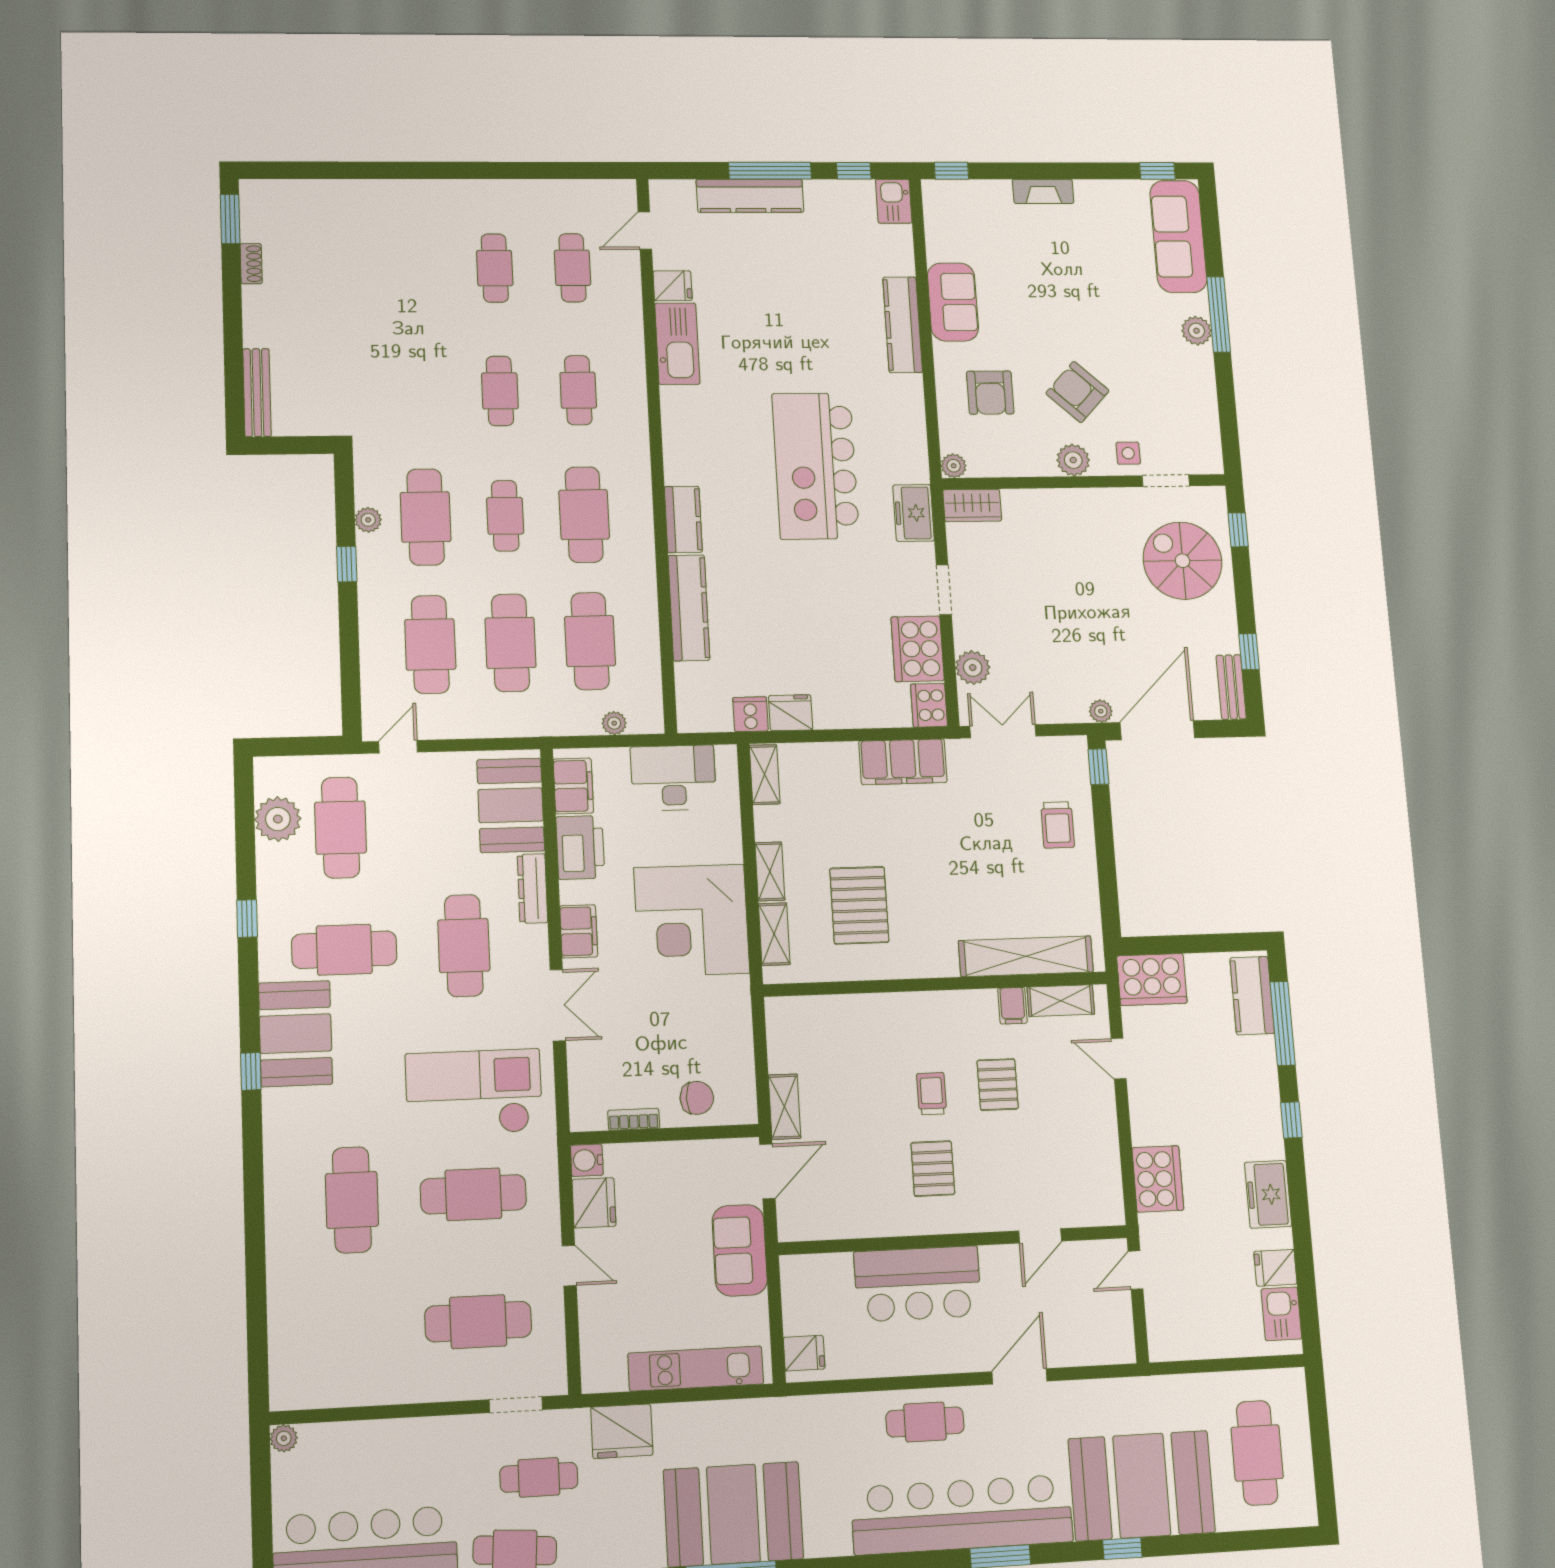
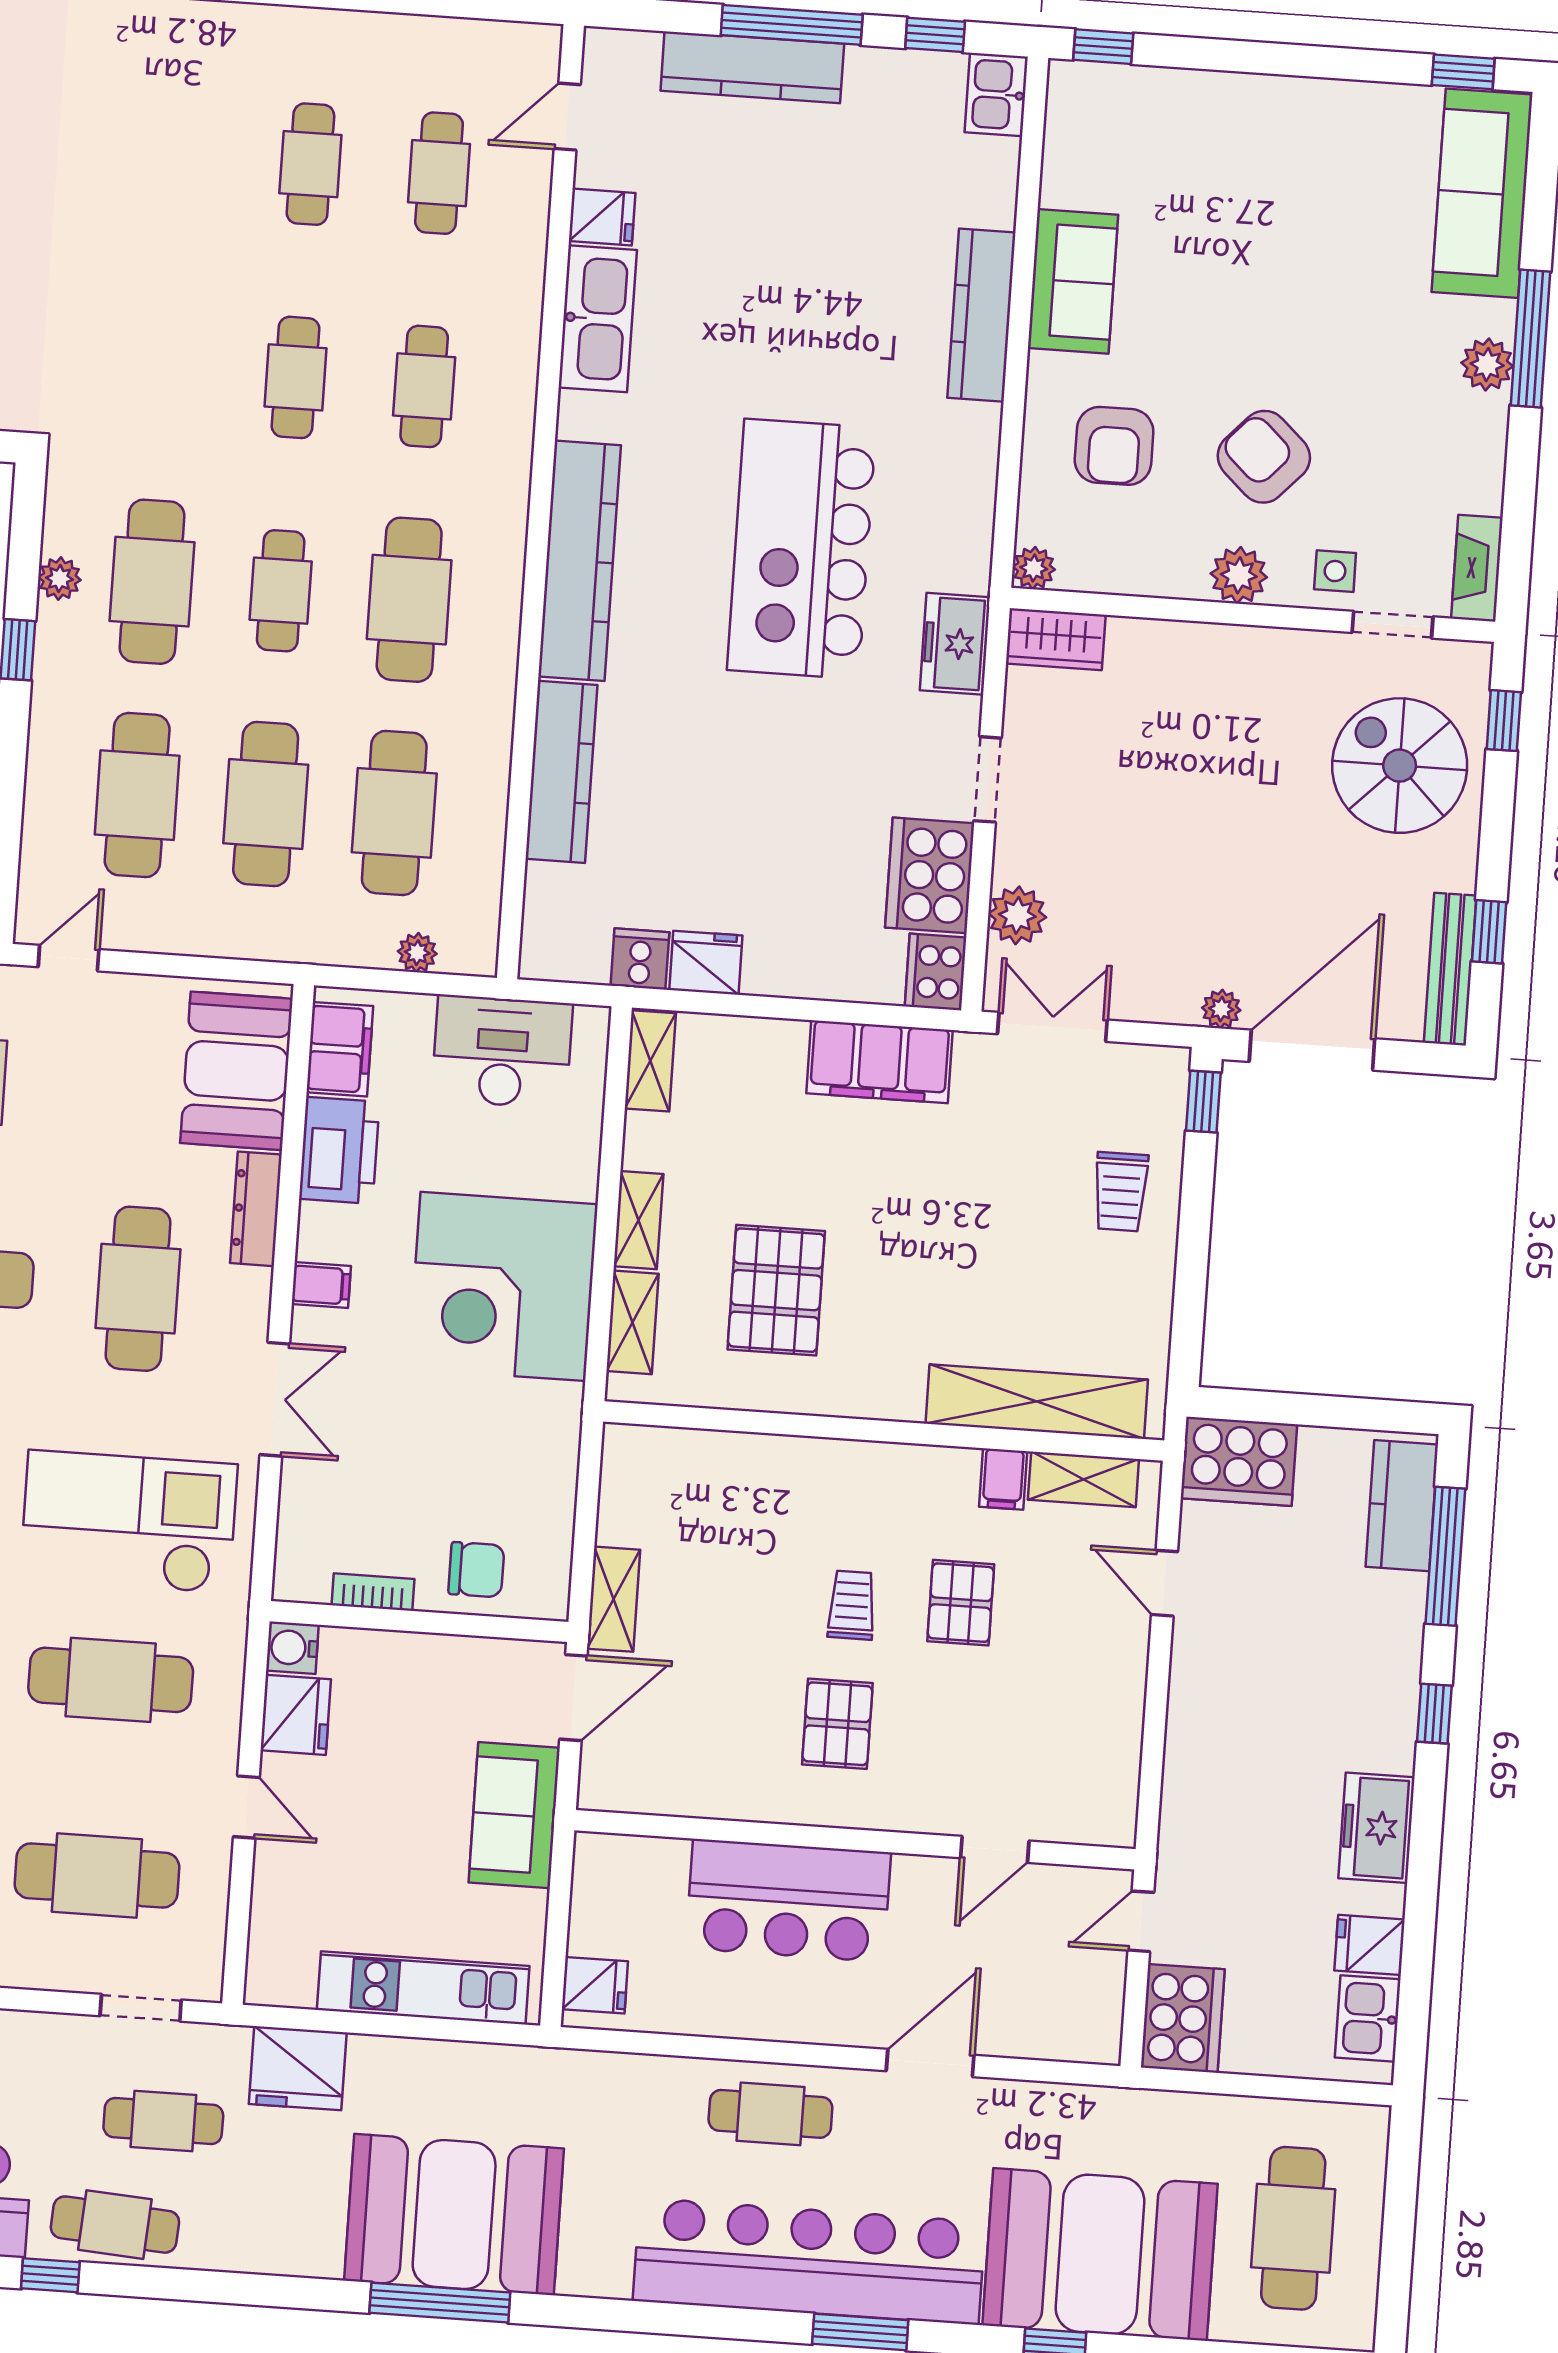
fireplace: (1043, 191) -> (1477, 568), moved, turned 90
kitchen counter: (683, 519) -> (580, 561), width x2.08, depth x1.17
bench: (1231, 687) -> (1450, 969), width x1.36
filing cabinet: (579, 931) -> (321, 1285), width x0.50
cooker: (1158, 1179) -> (1183, 2018), moved

